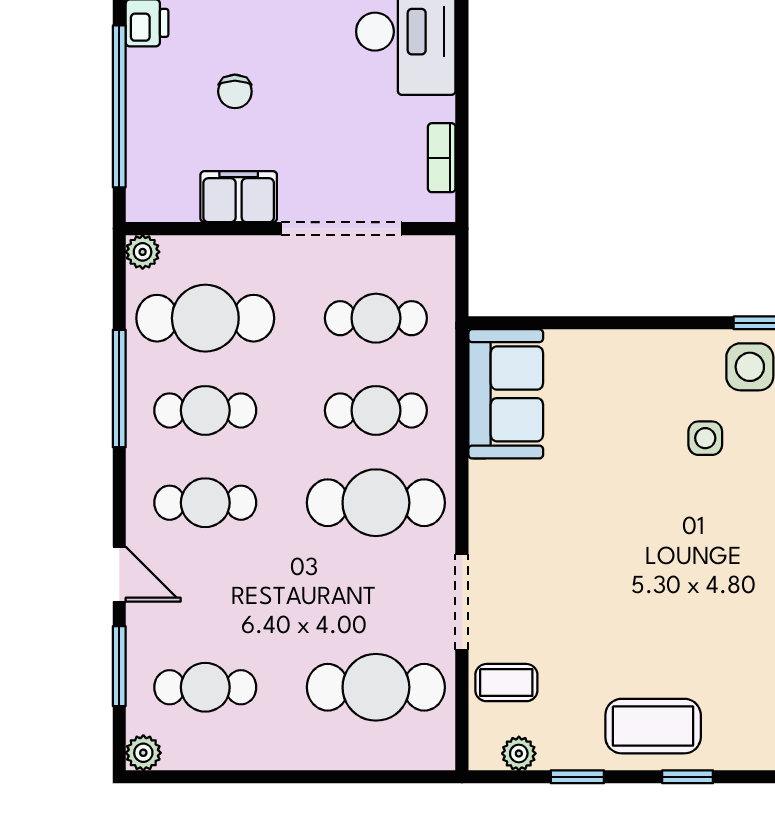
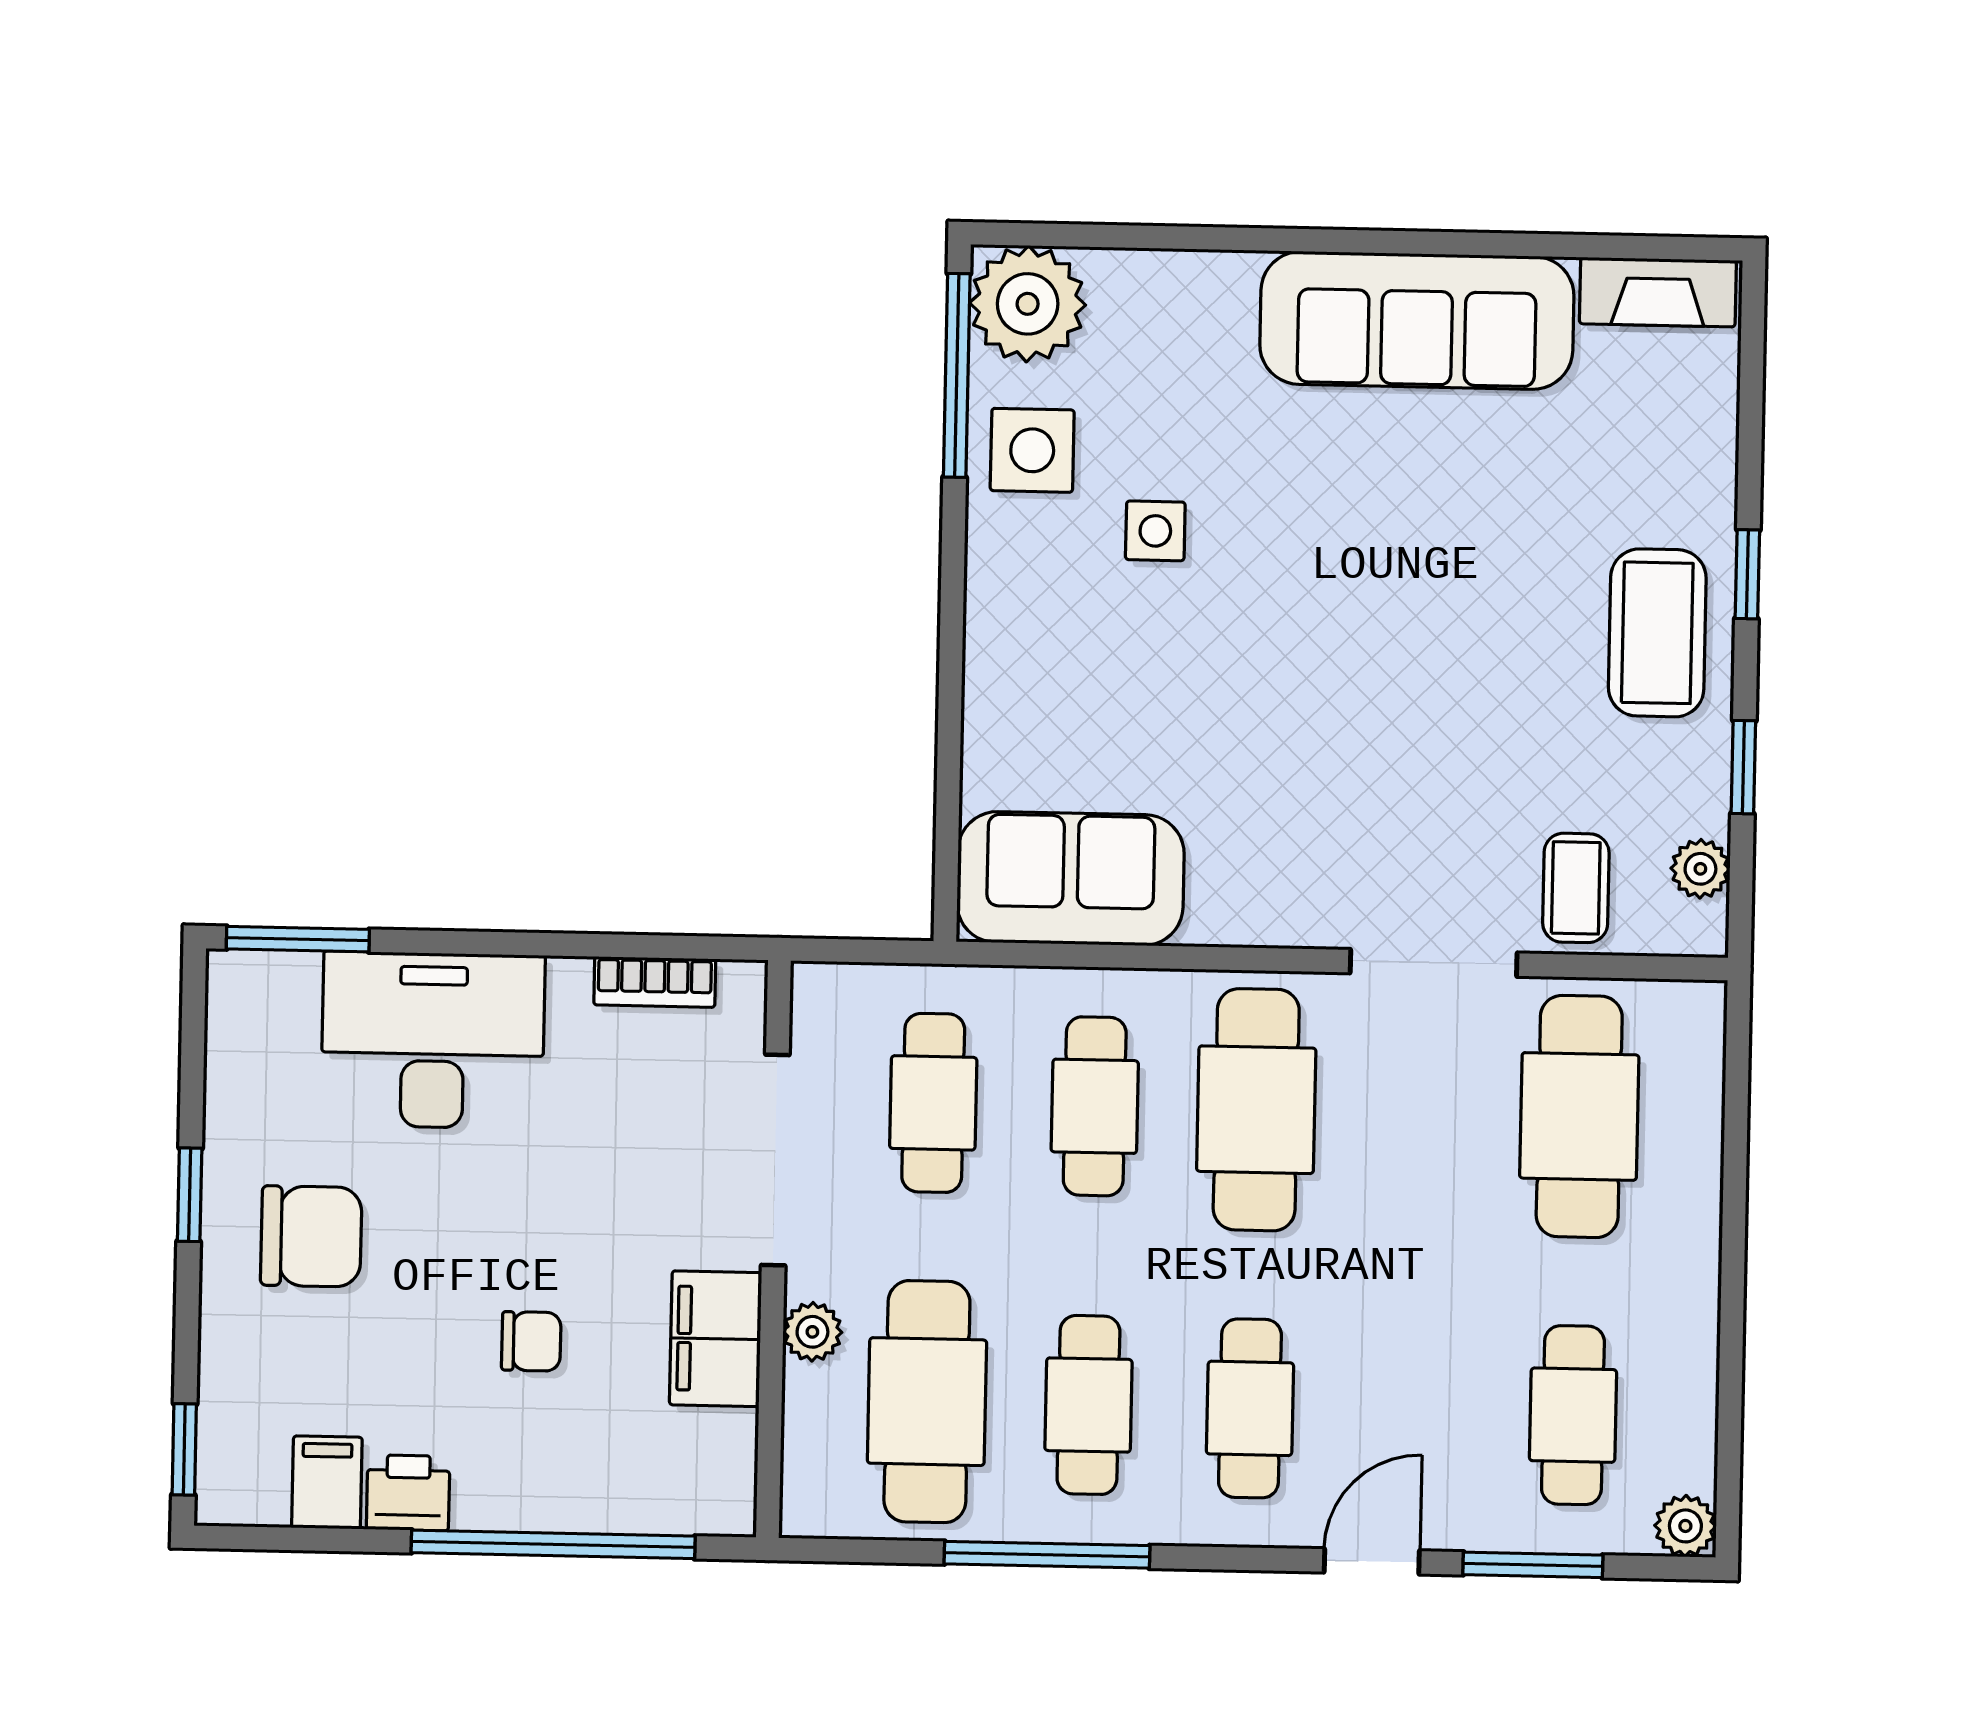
plant: (143, 252) -> (812, 1332), moved

